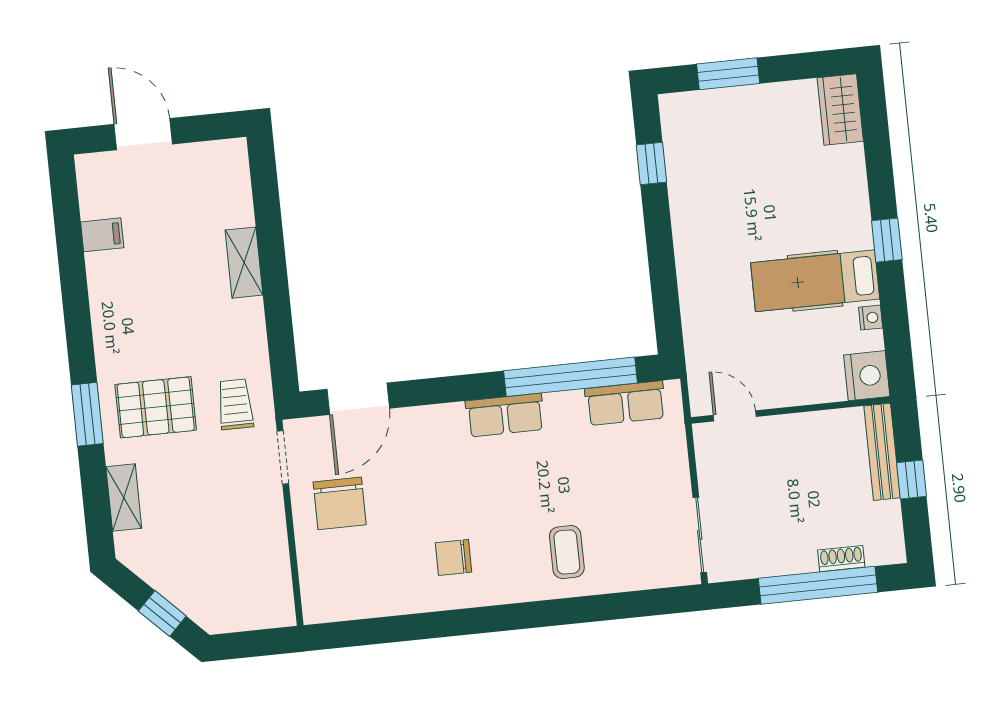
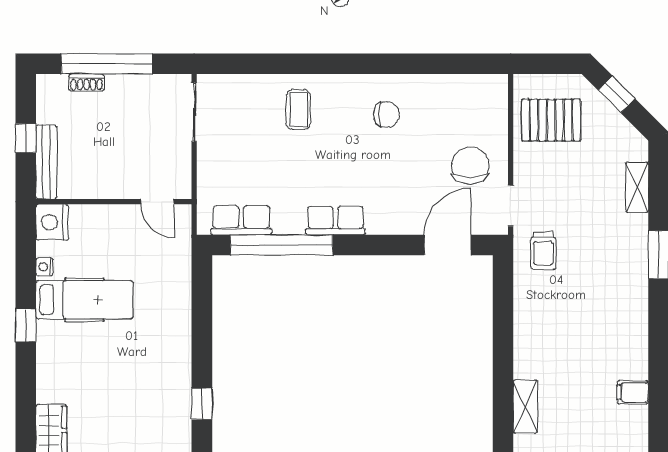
shelving: (244, 263) -> (525, 407), moved
pallet: (156, 407) -> (551, 120), moved

